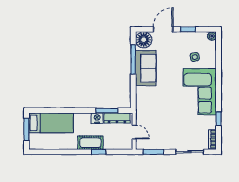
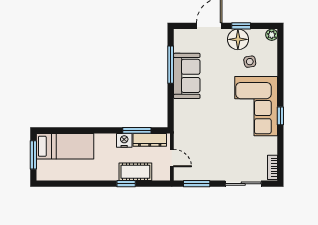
floor lamp: (144, 40) -> (238, 39), moved
window: (219, 119) -> (280, 116), moved
cot: (90, 143) -> (135, 172), moved

